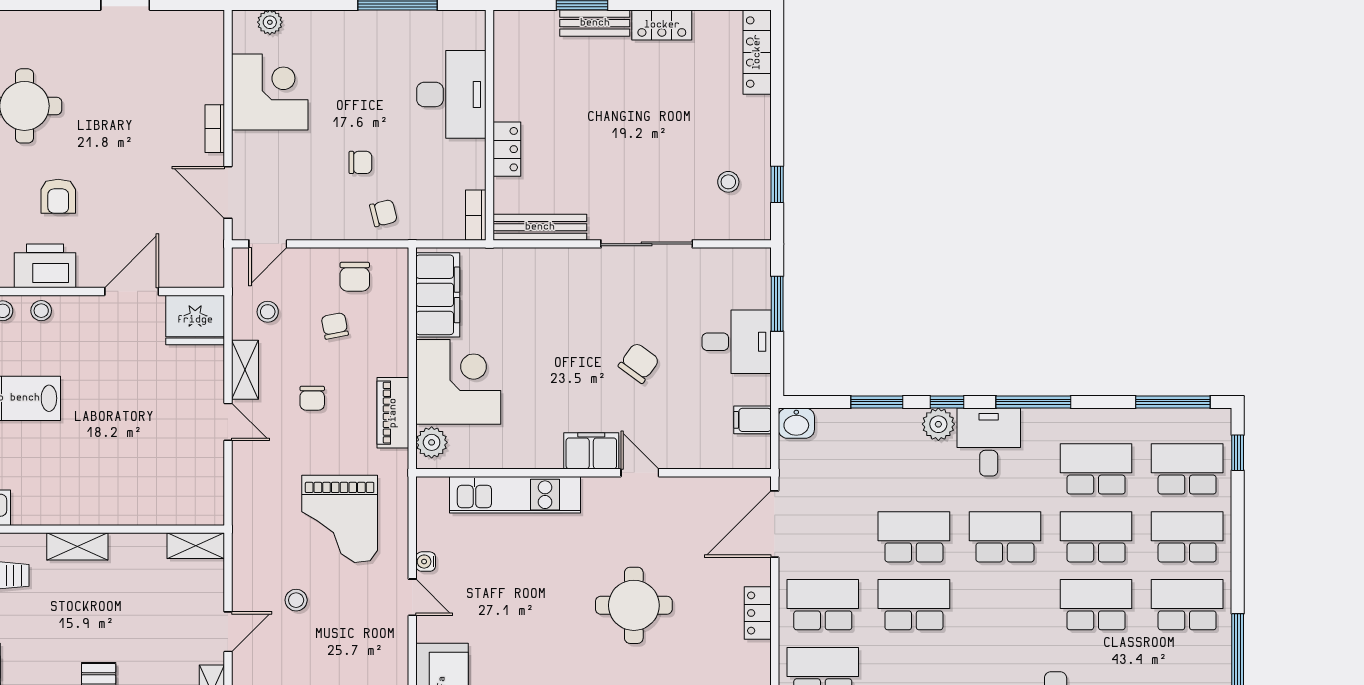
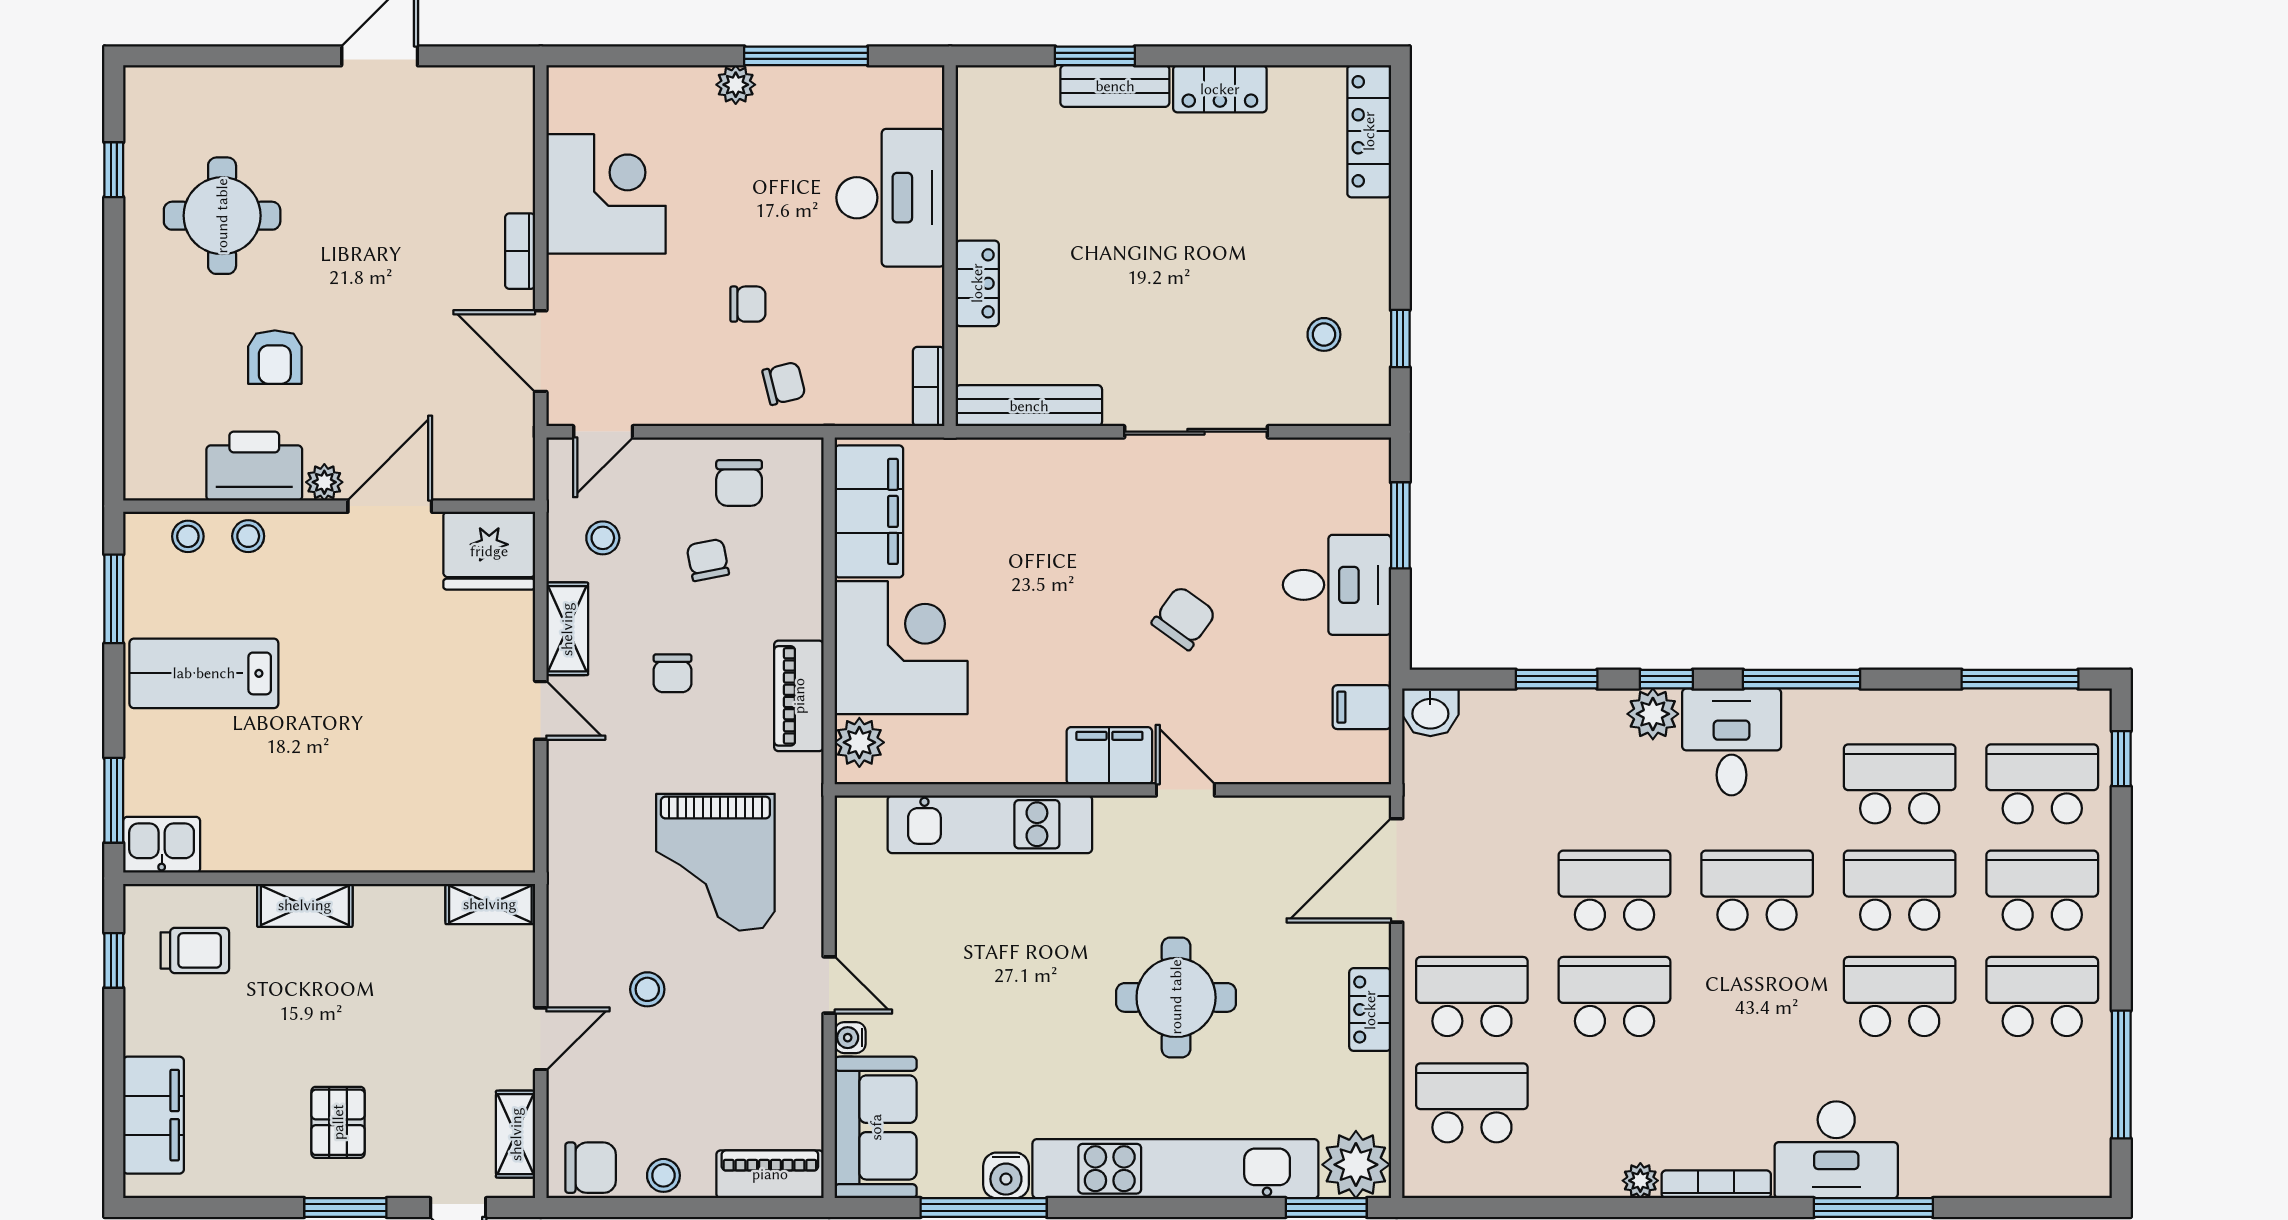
plant: (270, 22) -> (736, 85), moved
plant: (90, 276) -> (324, 482), added
water cooler: (426, 562) -> (850, 1038), moved

